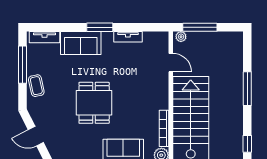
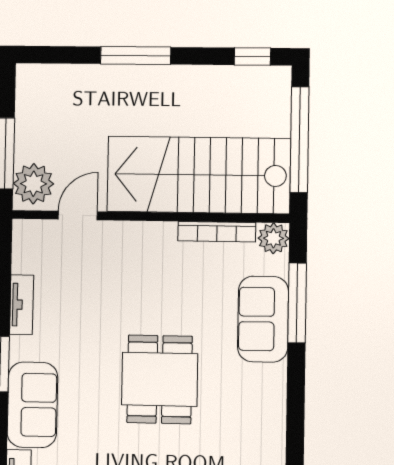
plant: (181, 37) -> (33, 184), width x1.88, depth x1.88
dining table: (94, 103) -> (160, 379), turned 90

